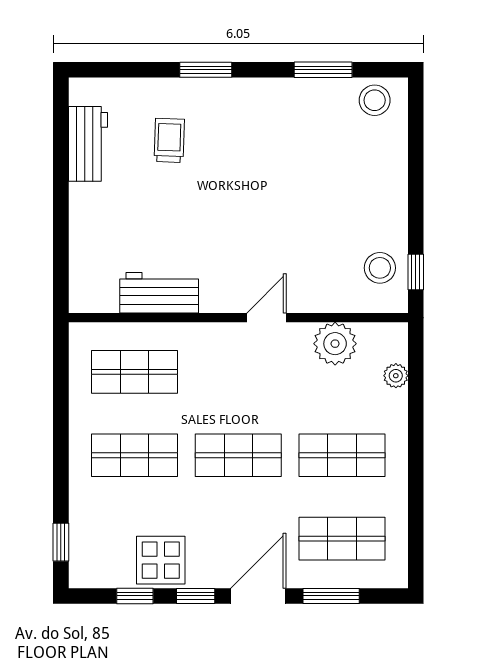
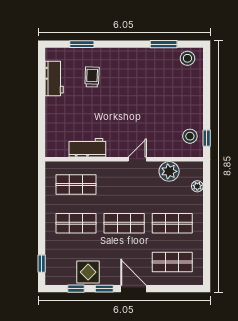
window: (206, 70) -> (82, 44), moved
door: (258, 596) -> (133, 289), hinge flipped
window: (331, 596) -> (167, 289), removed

